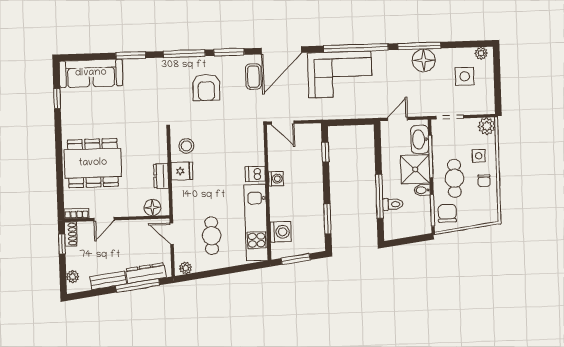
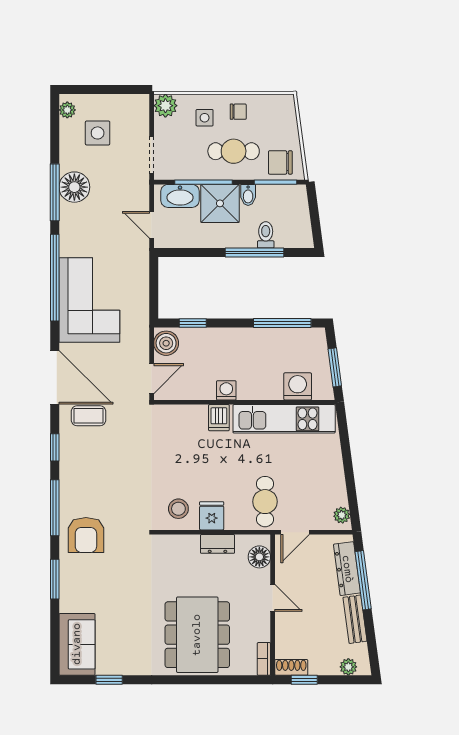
window: (229, 52) -> (55, 447), width x0.67
sofa: (91, 73) -> (77, 644), width x0.73
armchair: (206, 87) -> (86, 535), moved, turned 90
boiler: (310, 133) -> (166, 343), added
door: (104, 219) -> (273, 598), moved
window: (327, 219) -> (282, 323), width x1.44
cafe table: (212, 236) -> (265, 502), moved, turned 90

